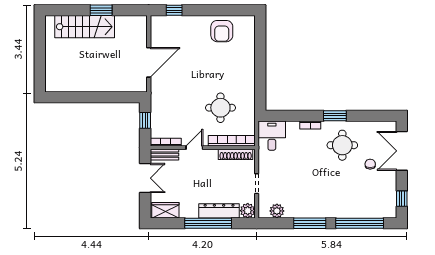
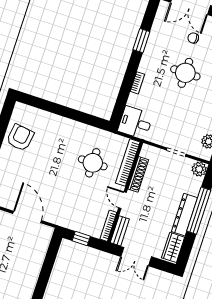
armchair: (222, 31) -> (20, 138), turned -82
window: (335, 116) -> (141, 41), moved
round table: (342, 145) -> (185, 73), moved
shoe rack: (236, 154) -> (138, 174), moved
double door: (145, 178) -> (136, 257), swing flipped
dresser: (219, 211) -> (185, 215), moved

